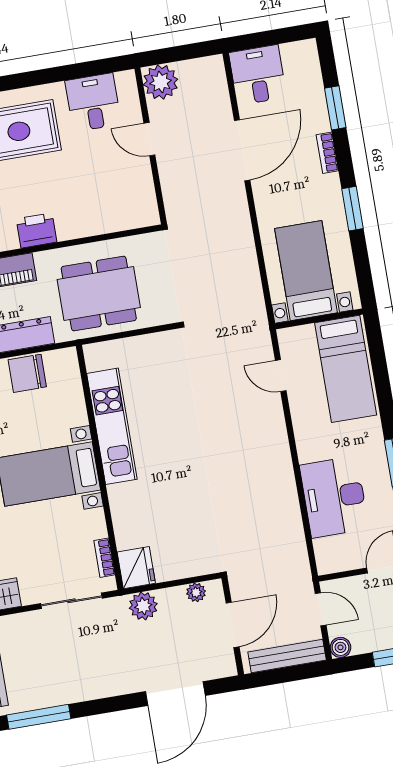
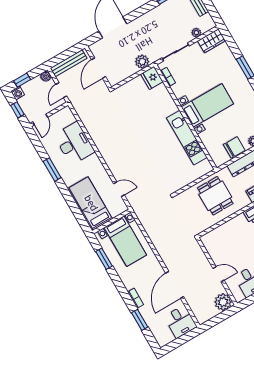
window: (352, 209) -> (104, 259), moved
dining table: (99, 294) -> (215, 196), width x0.73
plant: (196, 592) -> (196, 33), moved
door: (321, 609) -> (61, 90), hinge flipped

